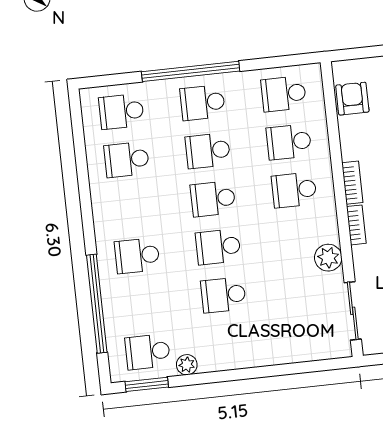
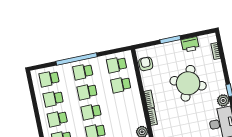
school desk: (294, 190) -> (57, 119), moved

